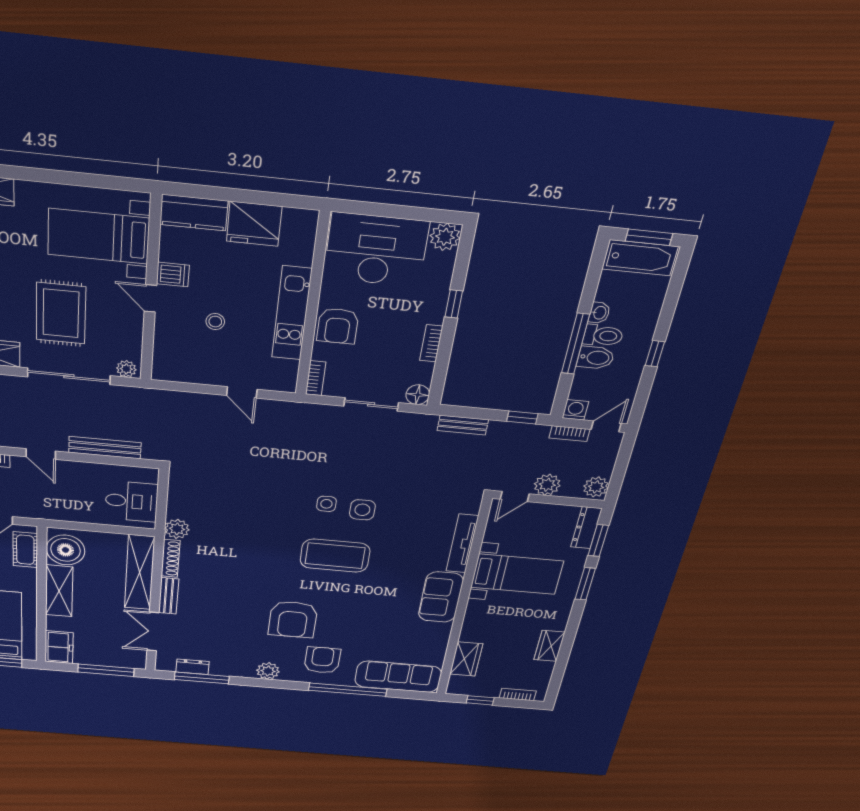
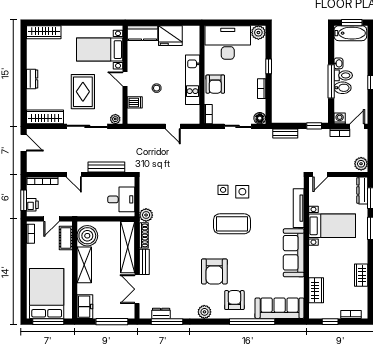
dishwasher: (173, 274) -> (135, 102), moved
plant: (547, 485) -> (336, 165), removed
sofa: (441, 597) -> (294, 253), width x1.36

